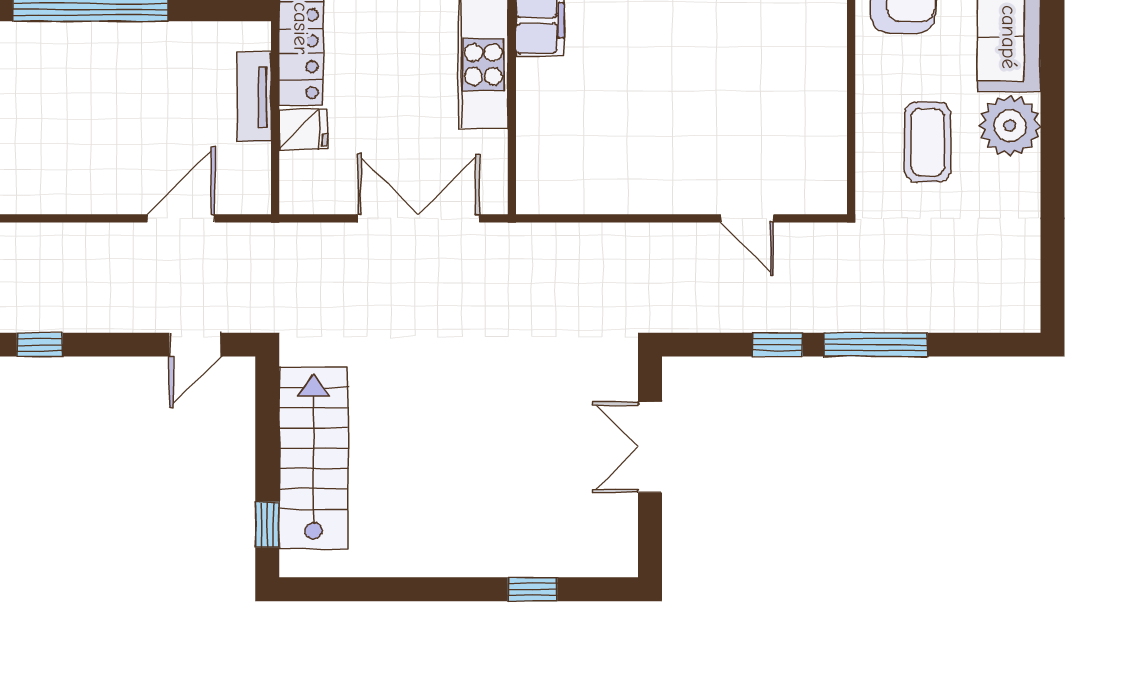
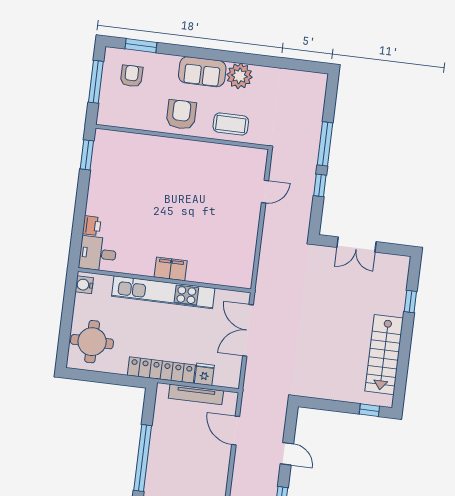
tv unit: (254, 97) -> (196, 394), width x1.41
coffee table: (928, 142) -> (231, 124), moved
door: (195, 345) -> (287, 454), moved
stairs: (313, 458) -> (384, 355), moved, turned -90

